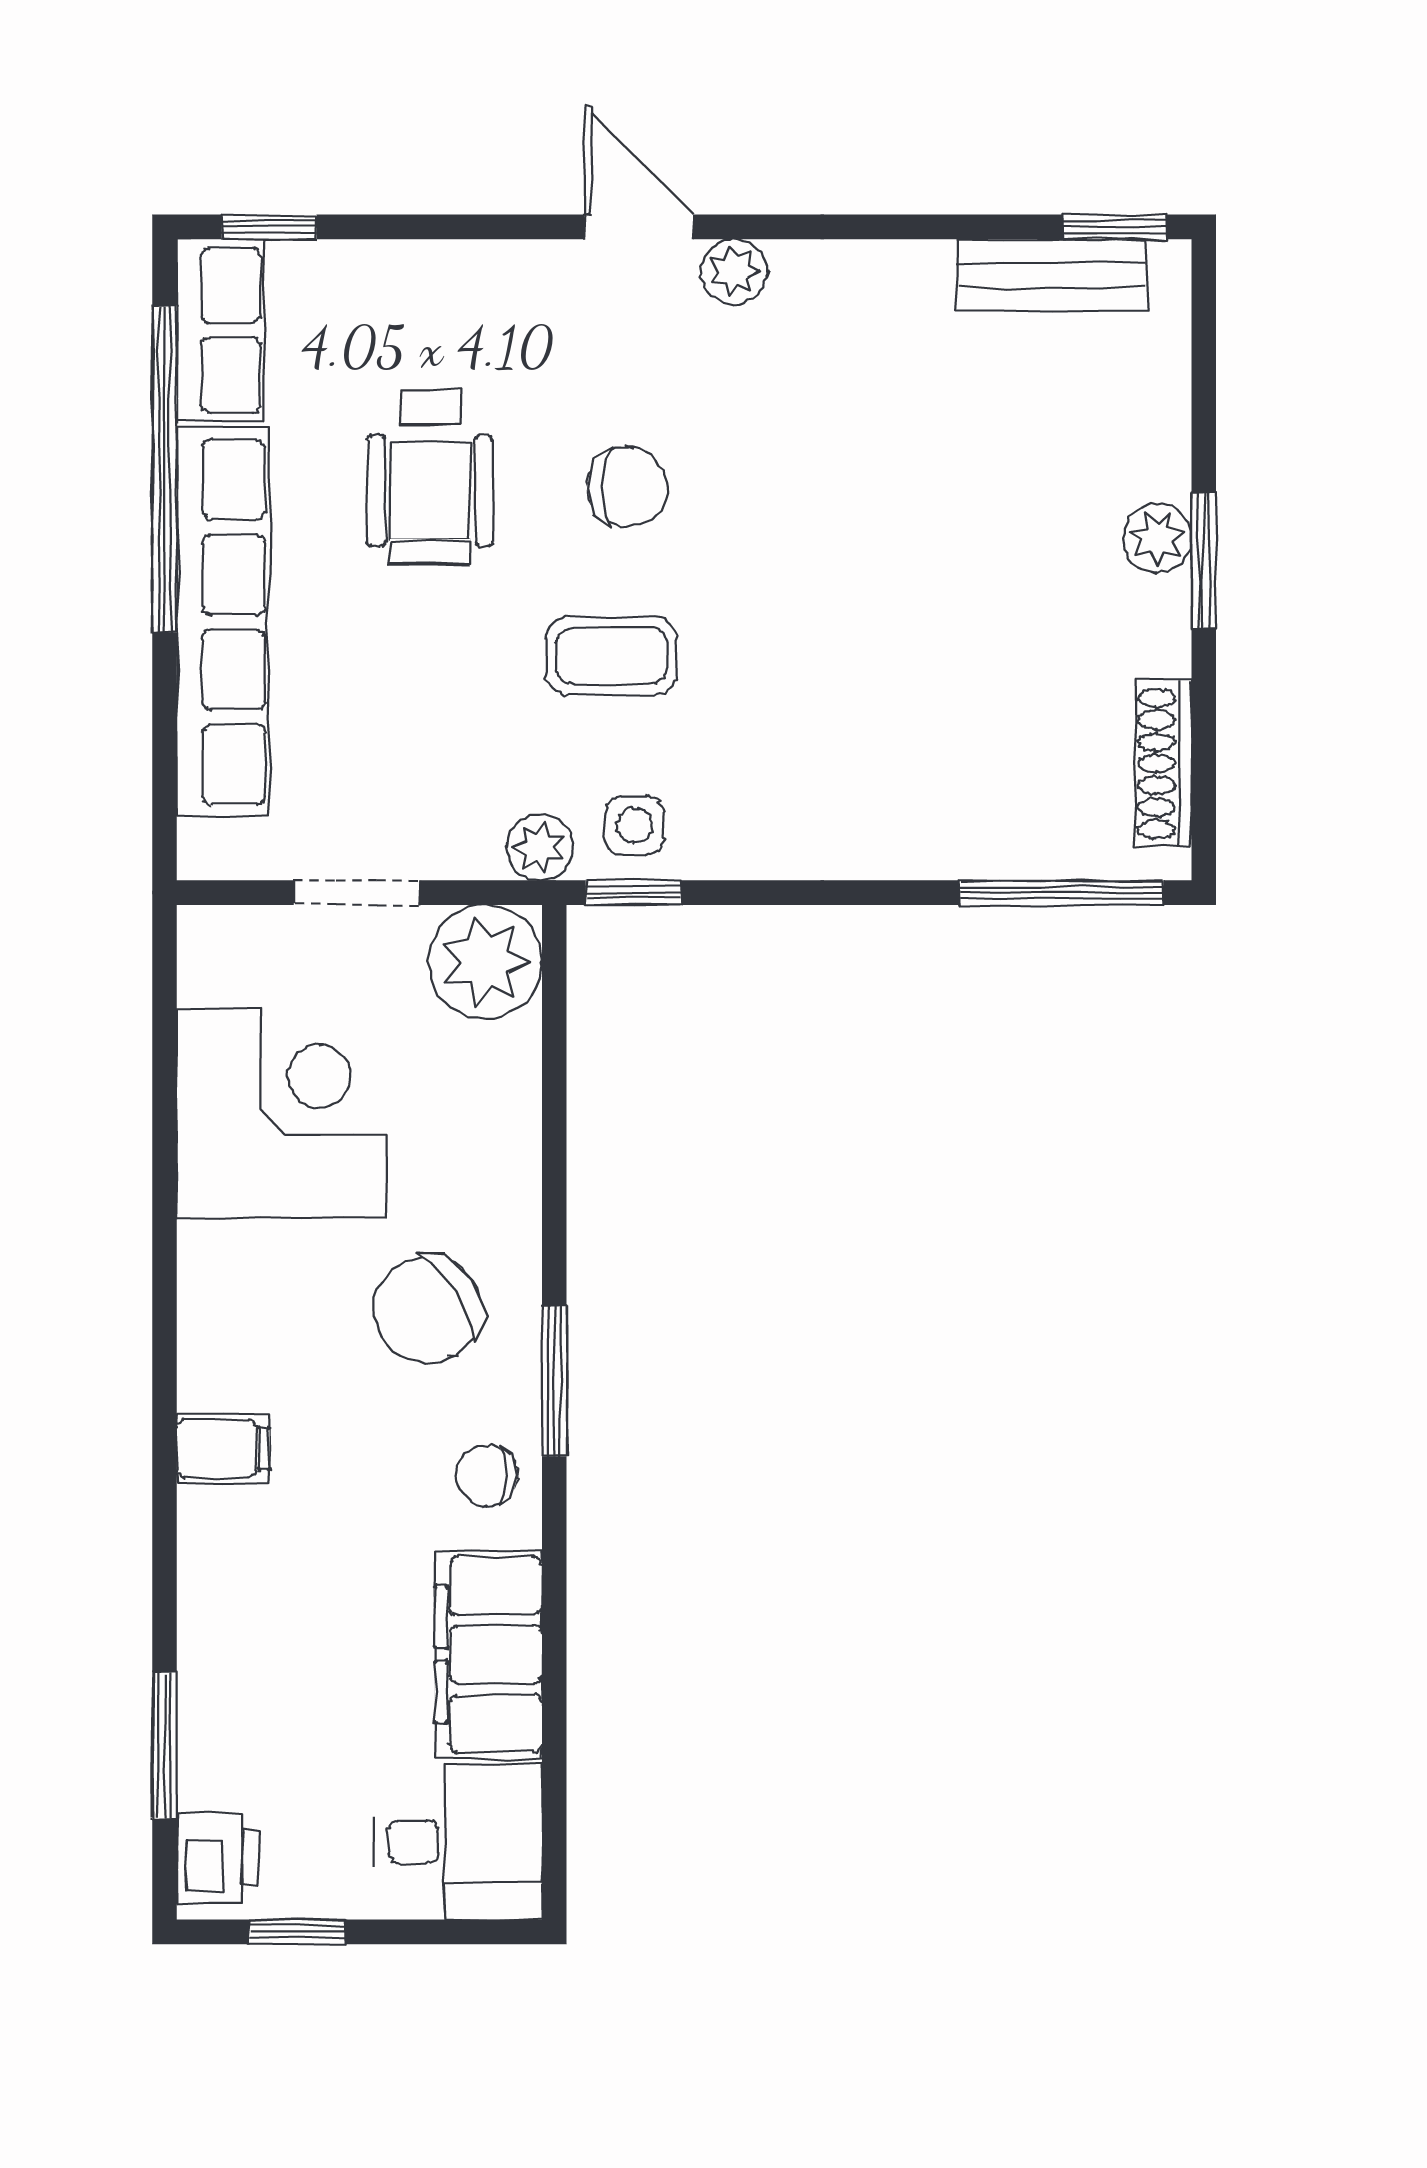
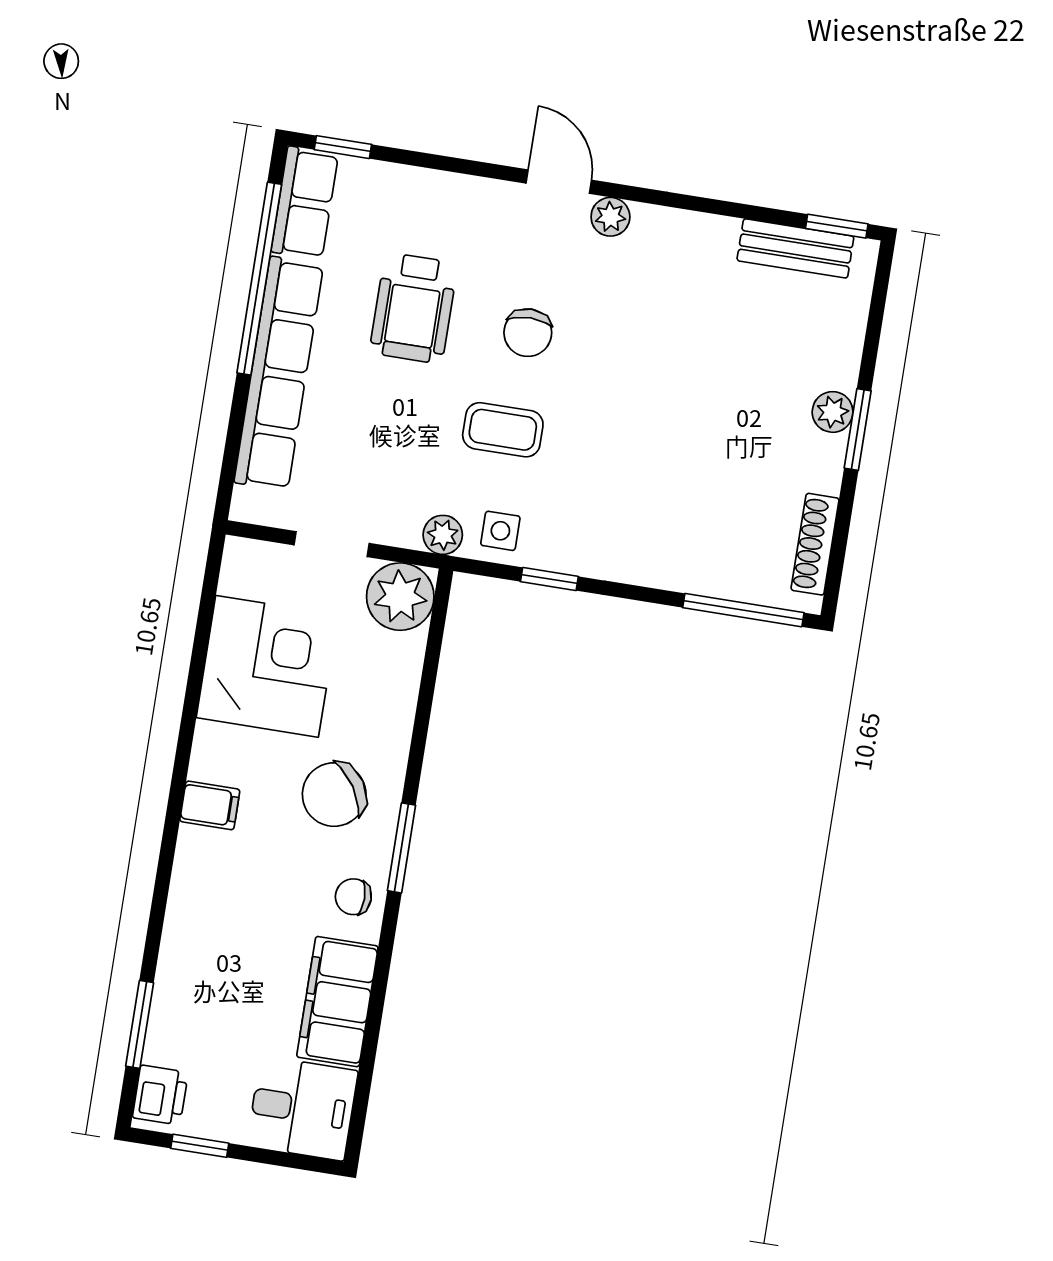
chair: (627, 487) -> (528, 333), turned 90
window: (634, 893) -> (549, 579), moved
filing cabinet: (223, 1449) -> (210, 805), moved

